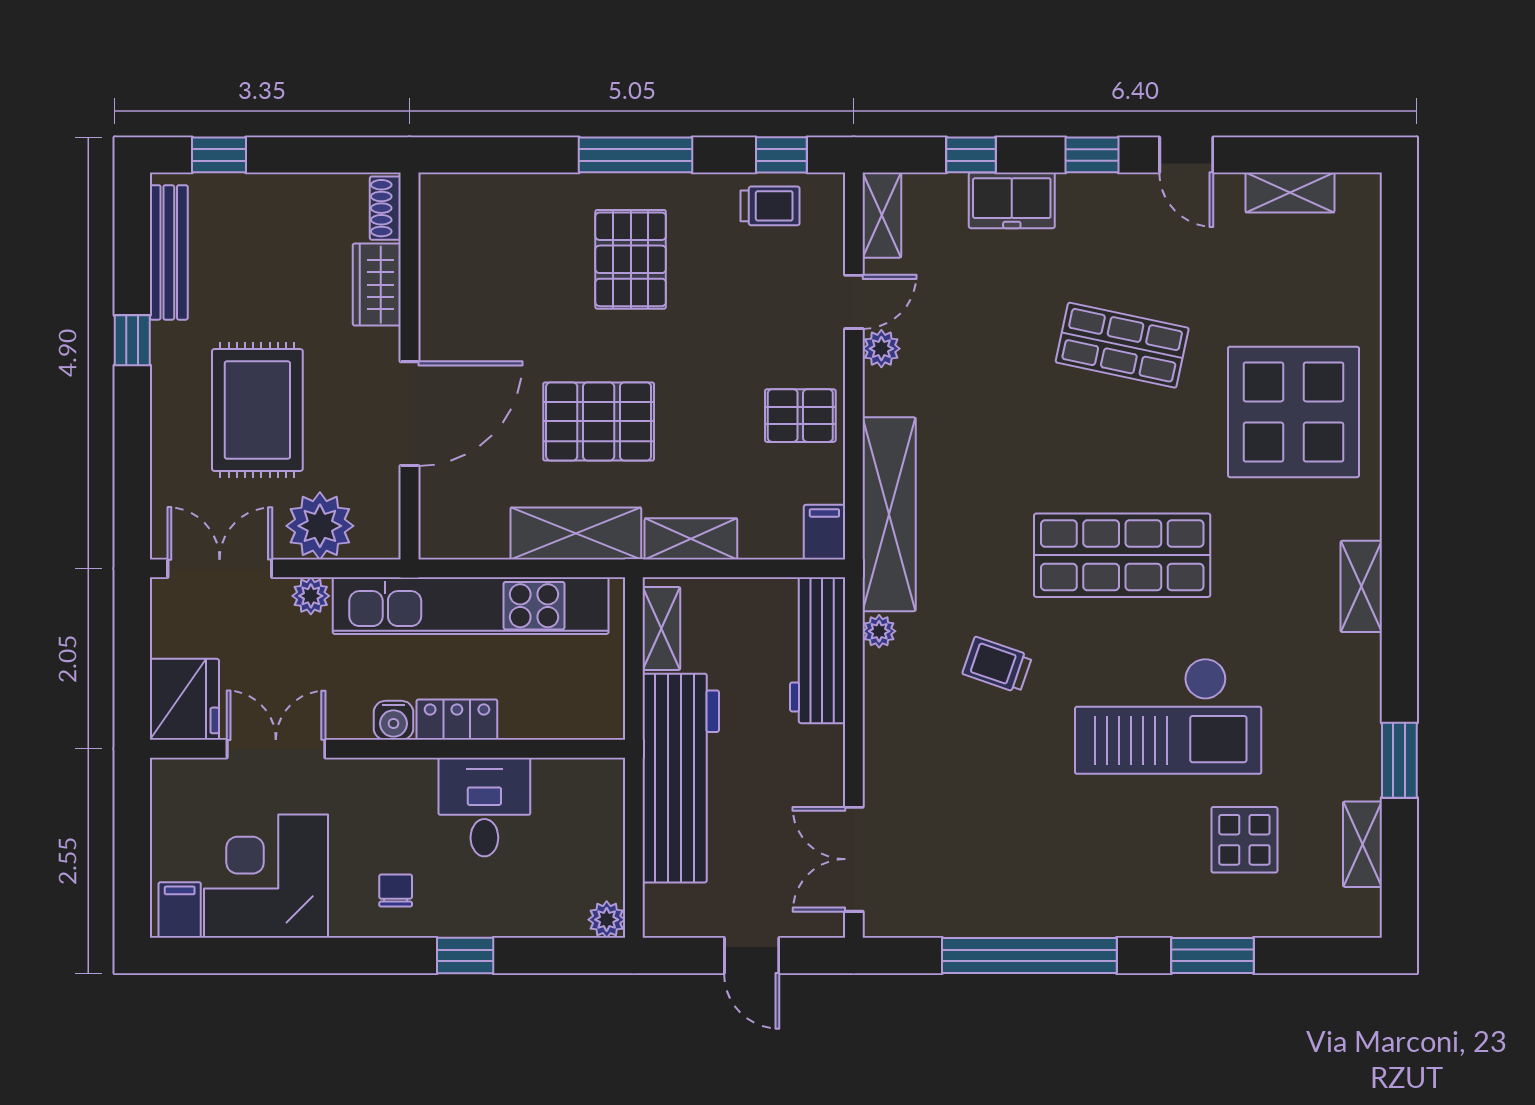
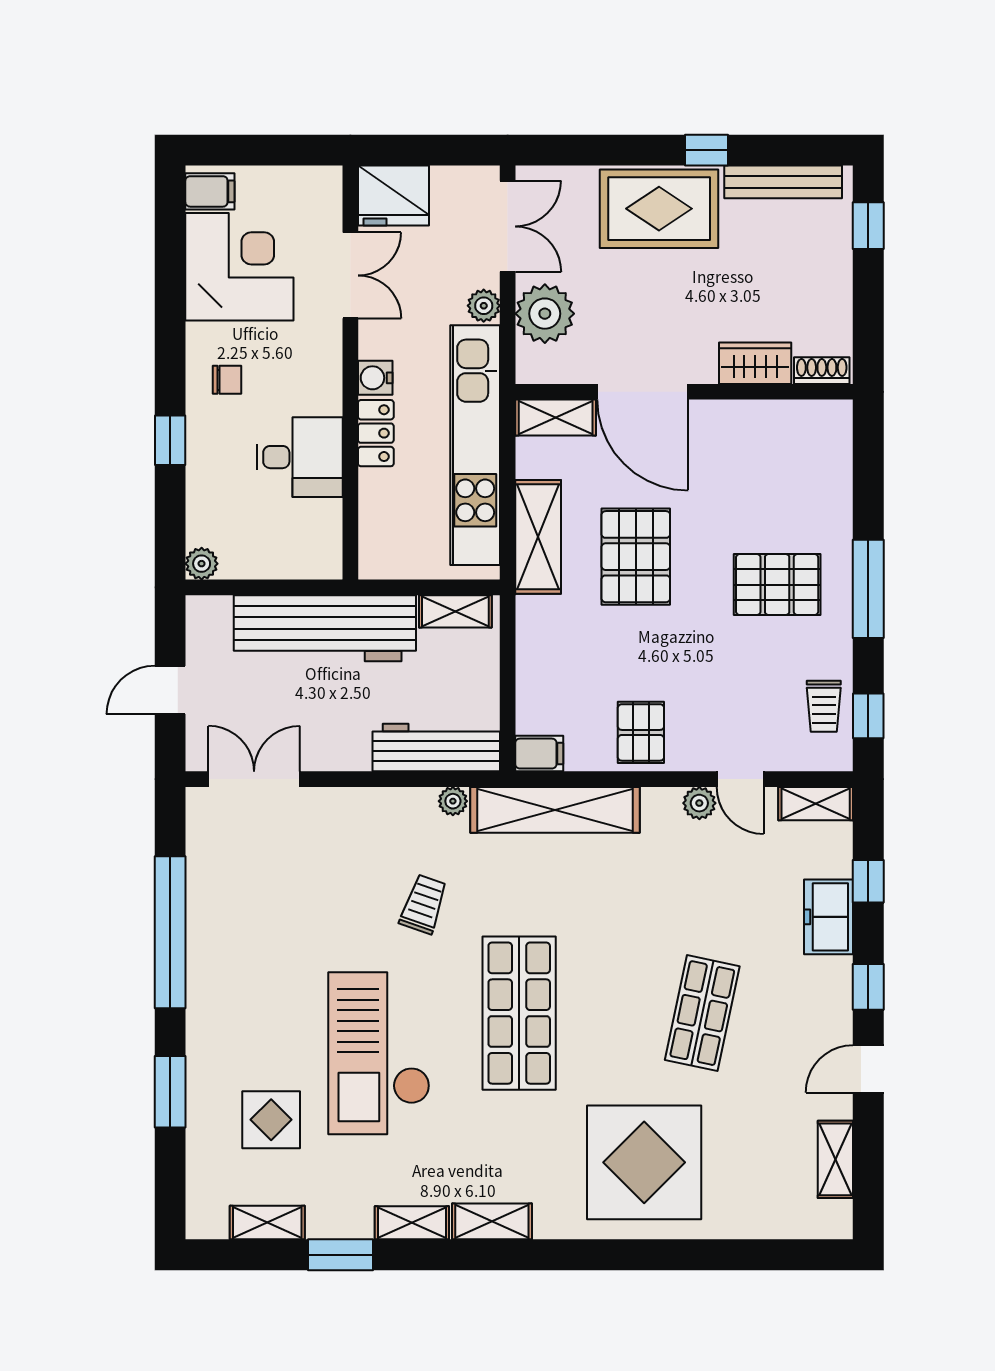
rug: (257, 410) -> (659, 209), moved
shelving: (691, 539) -> (556, 418), moved, turned 90
shelving: (1363, 678) -> (412, 1223), added

